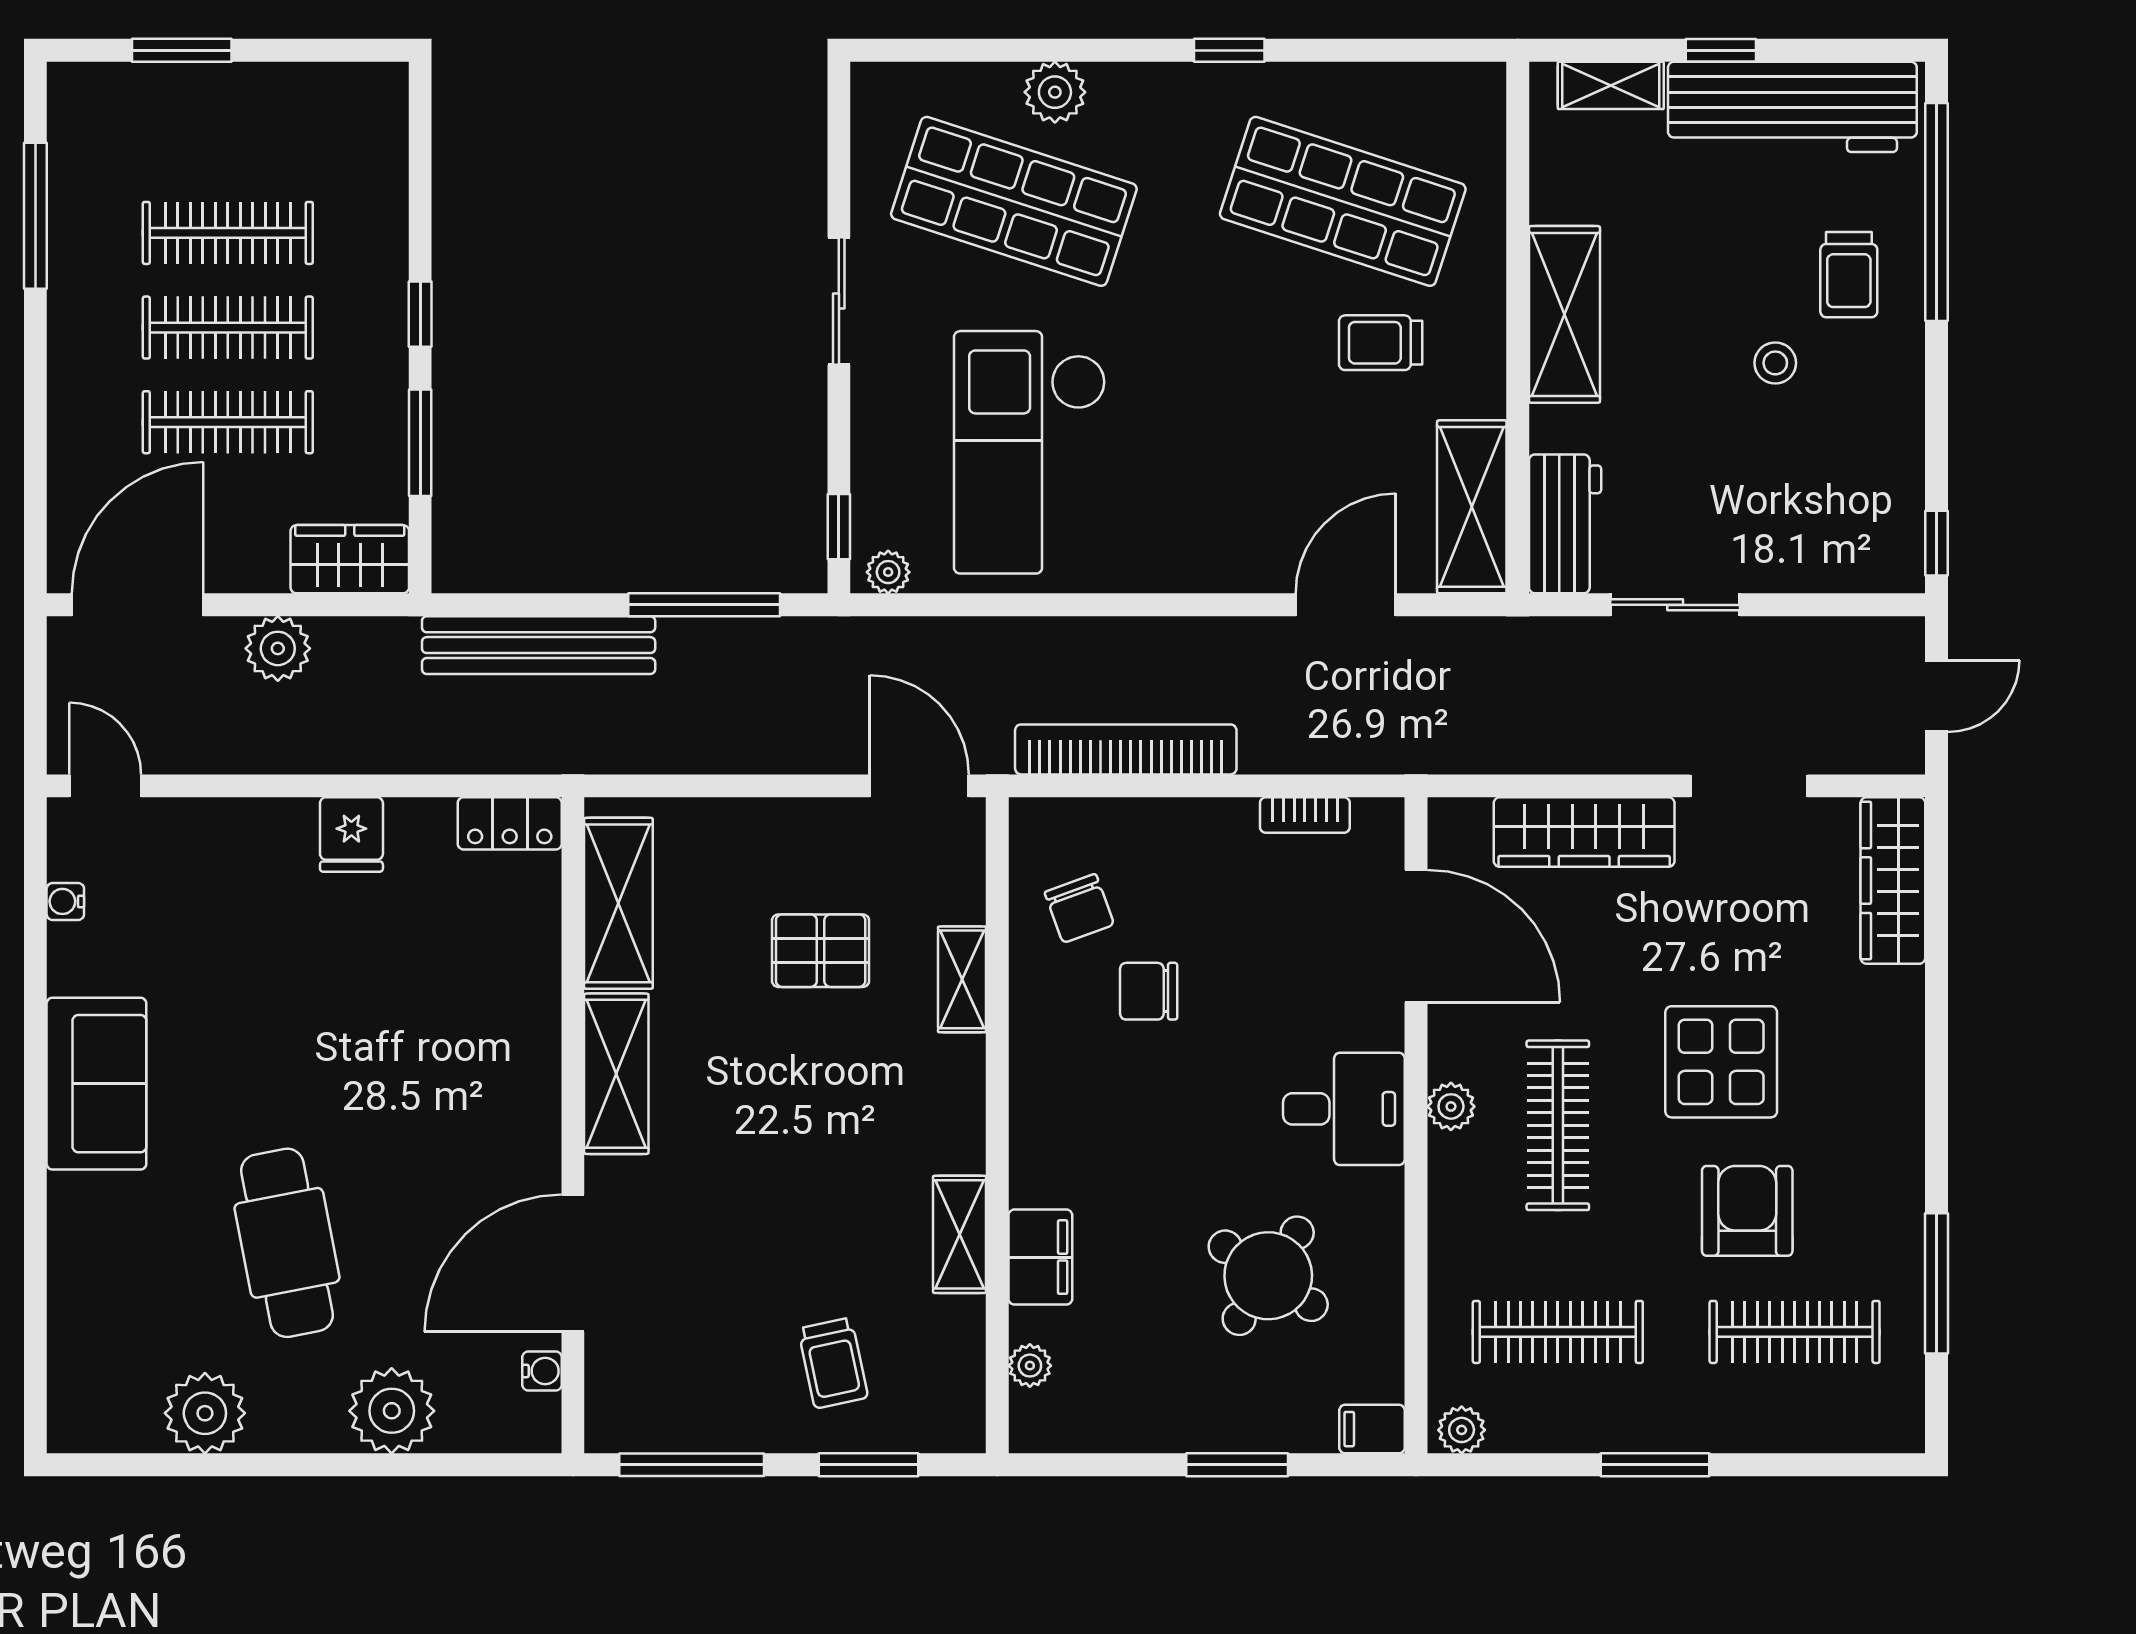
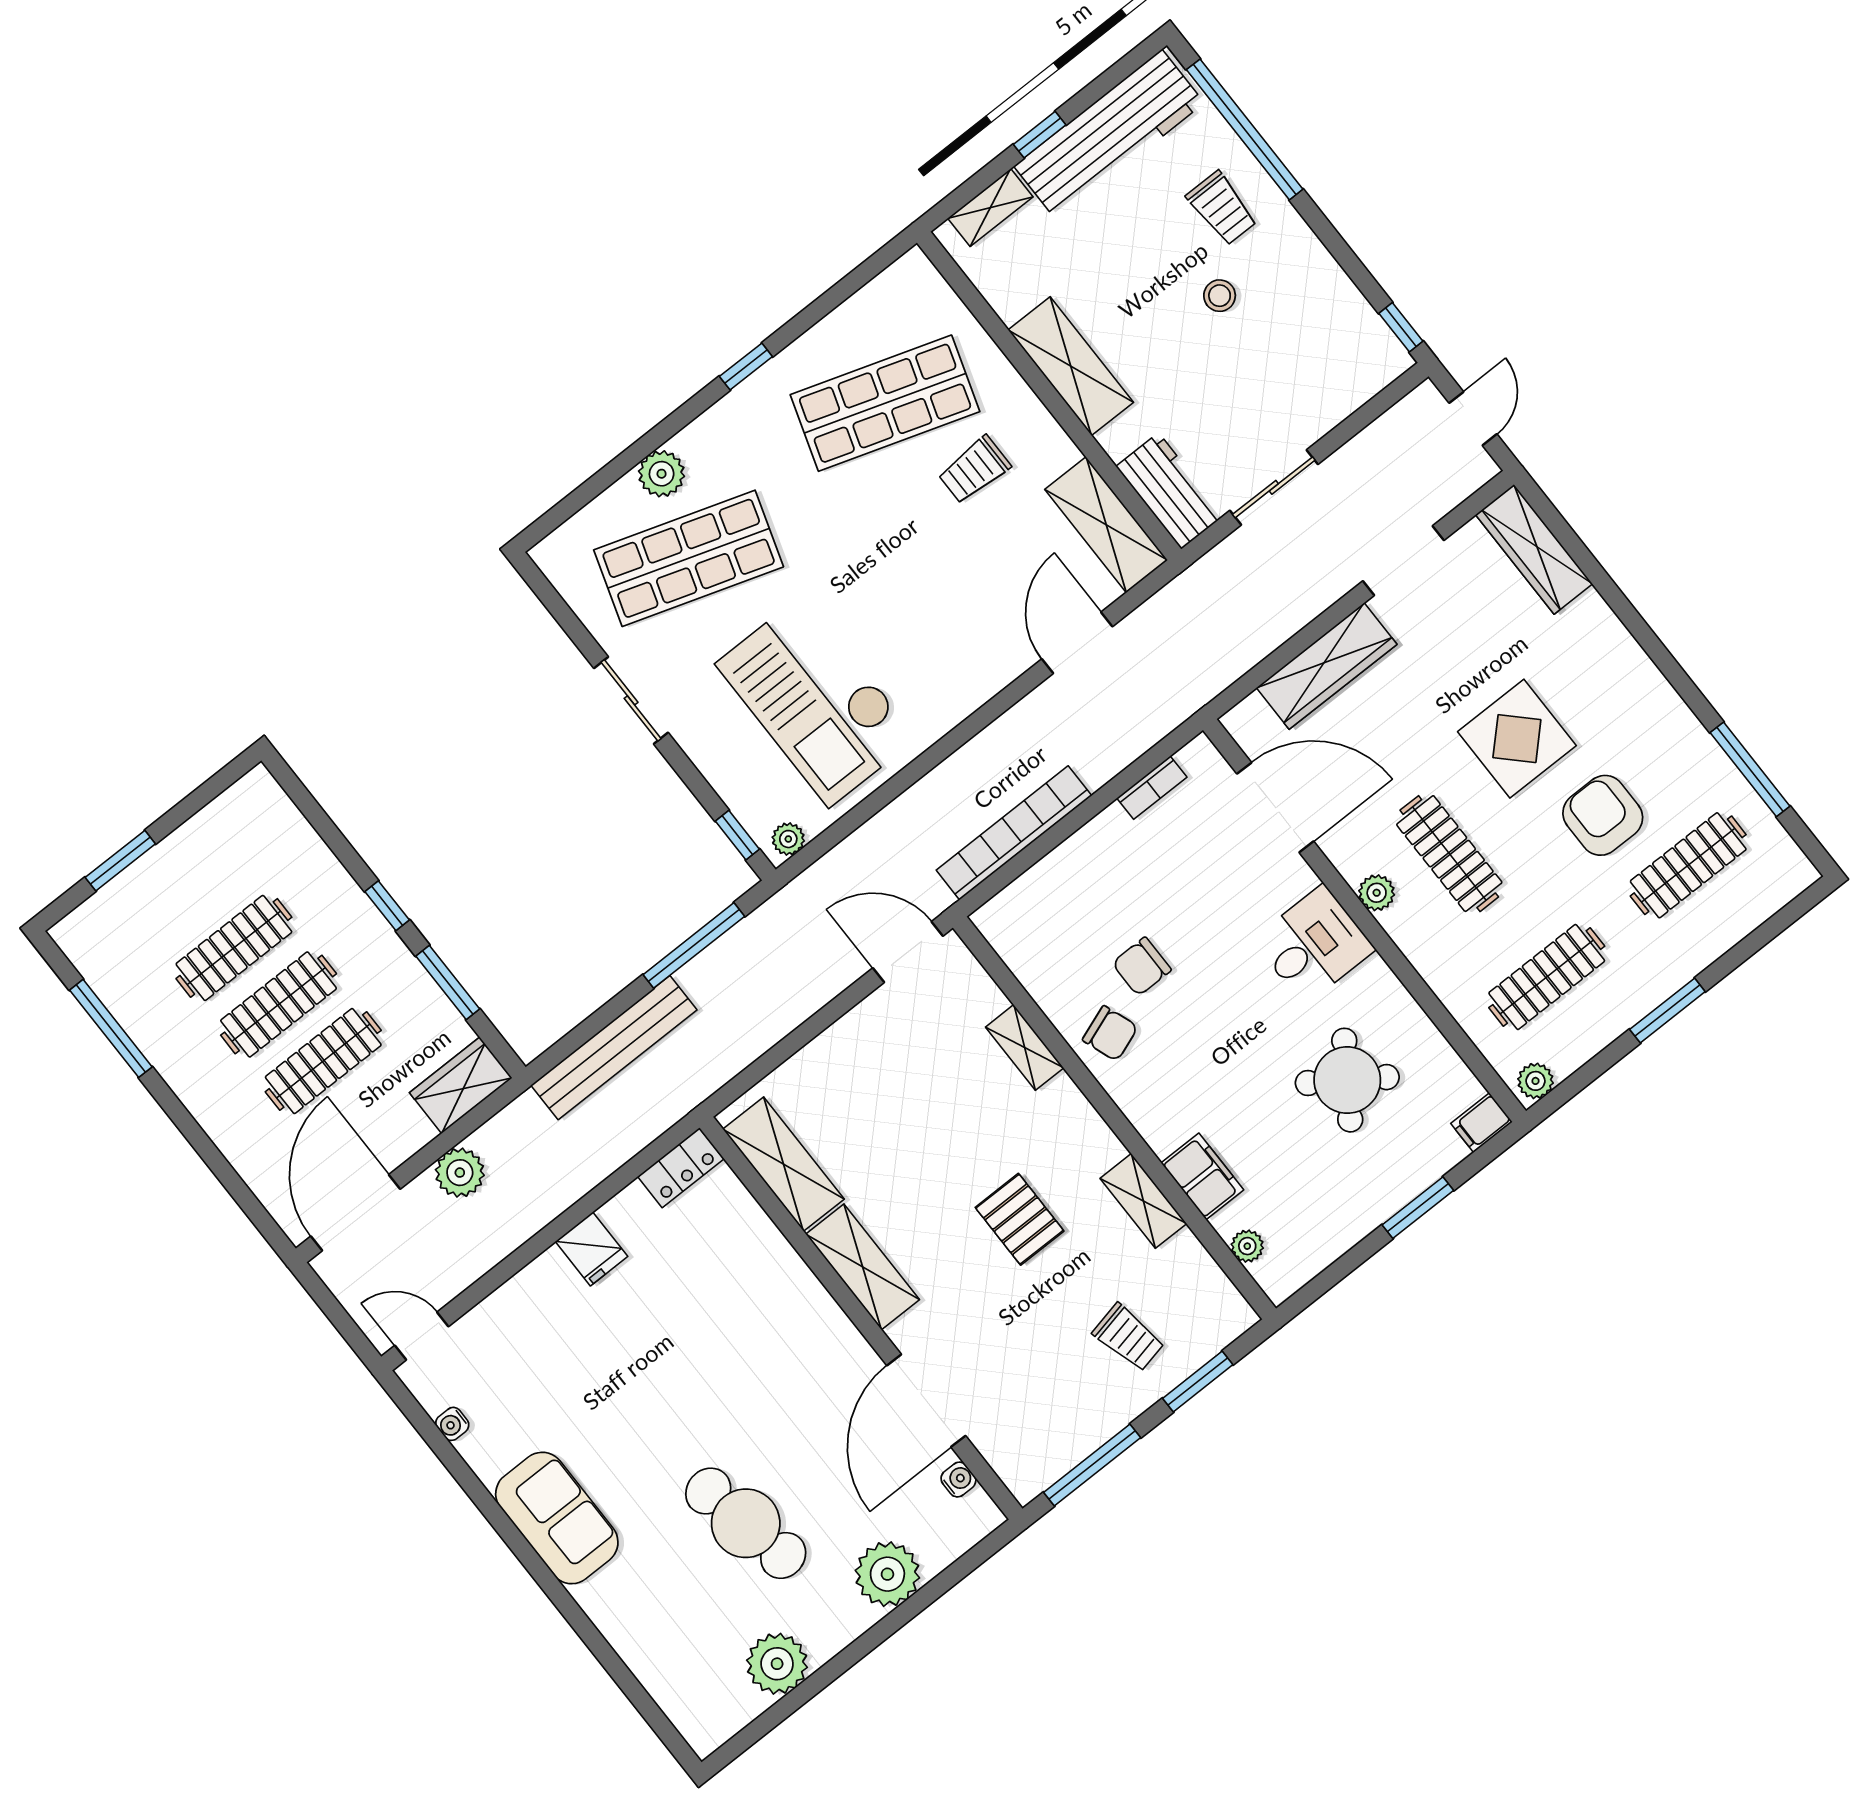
chair: (1079, 908) -> (1110, 1033), moved
pallet: (821, 951) -> (1020, 1219), moved, turned 90

